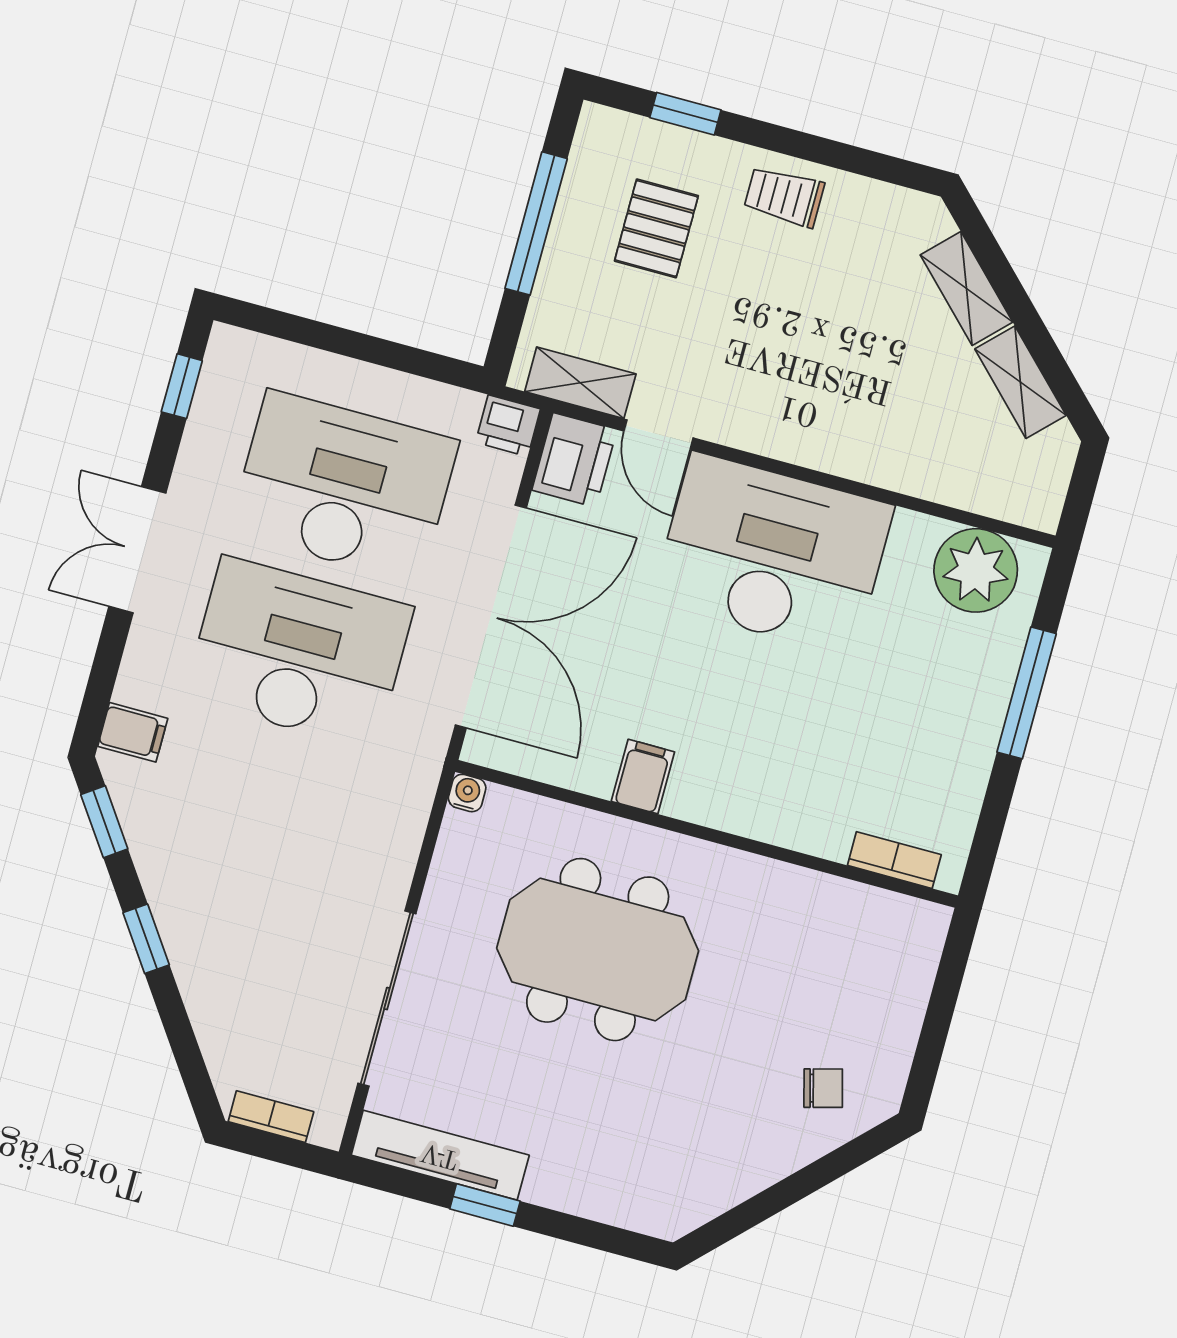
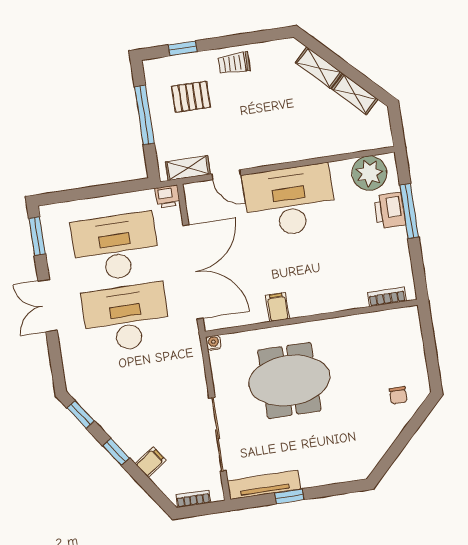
pallet: (656, 228) -> (191, 97), turned 90
window: (182, 386) -> (37, 236), width x1.50
printer: (574, 460) -> (390, 210), moved, turned 180
filing cabinet: (133, 732) -> (151, 462), moved, turned -35
chair: (823, 1088) -> (398, 395), turned 105

